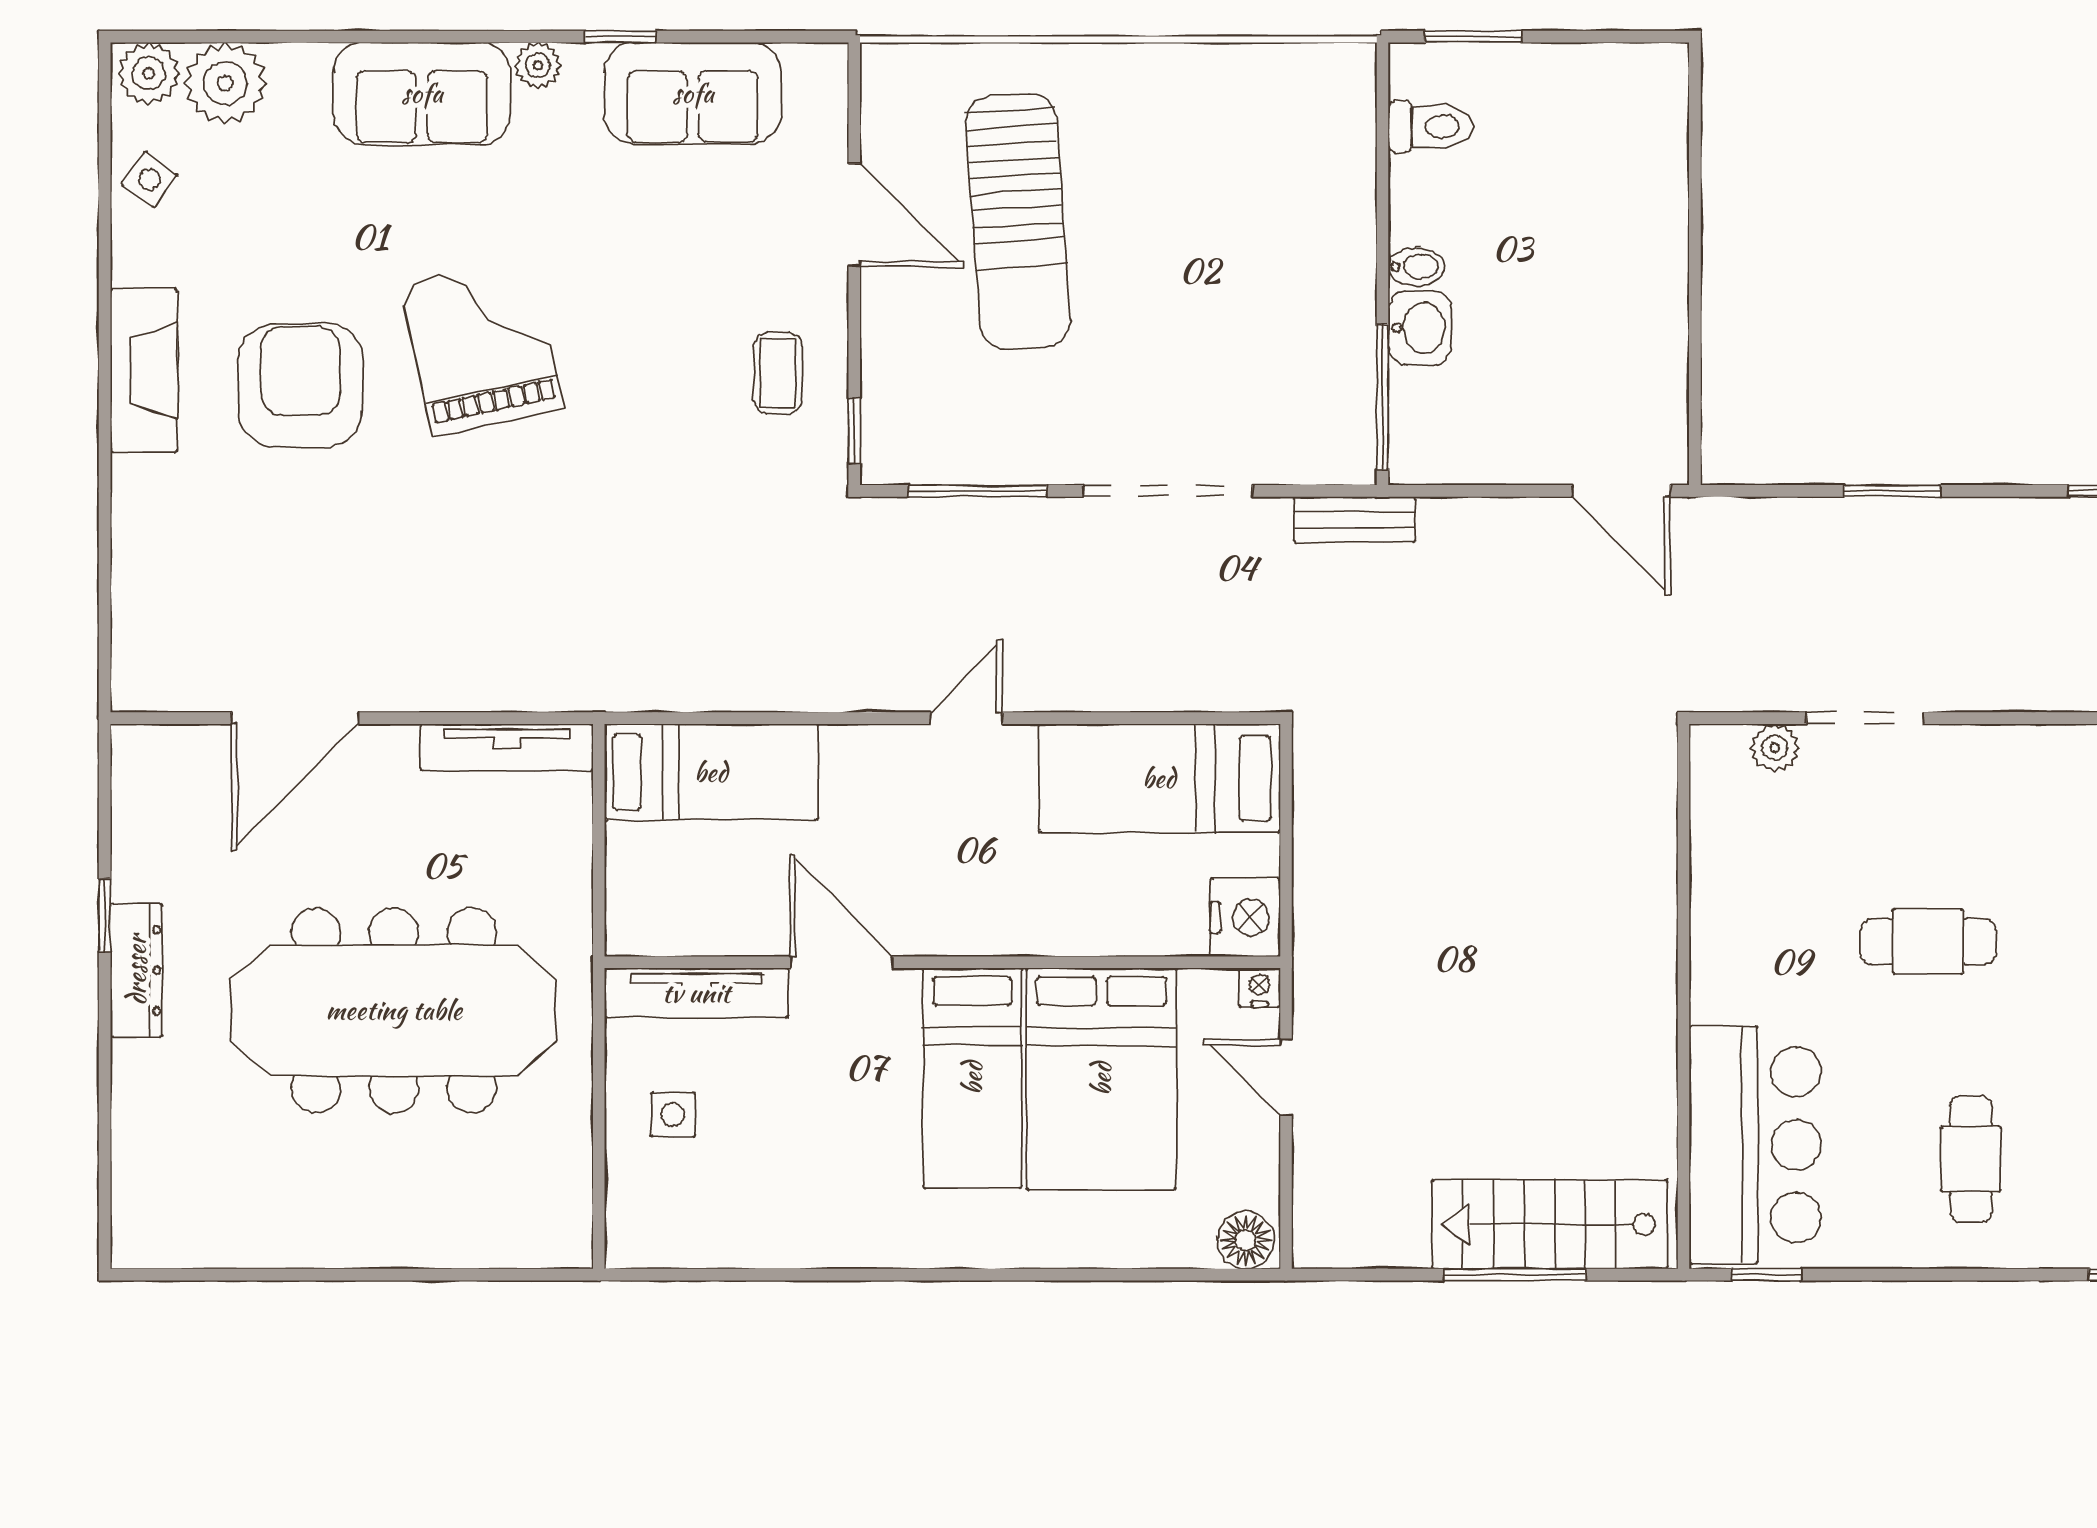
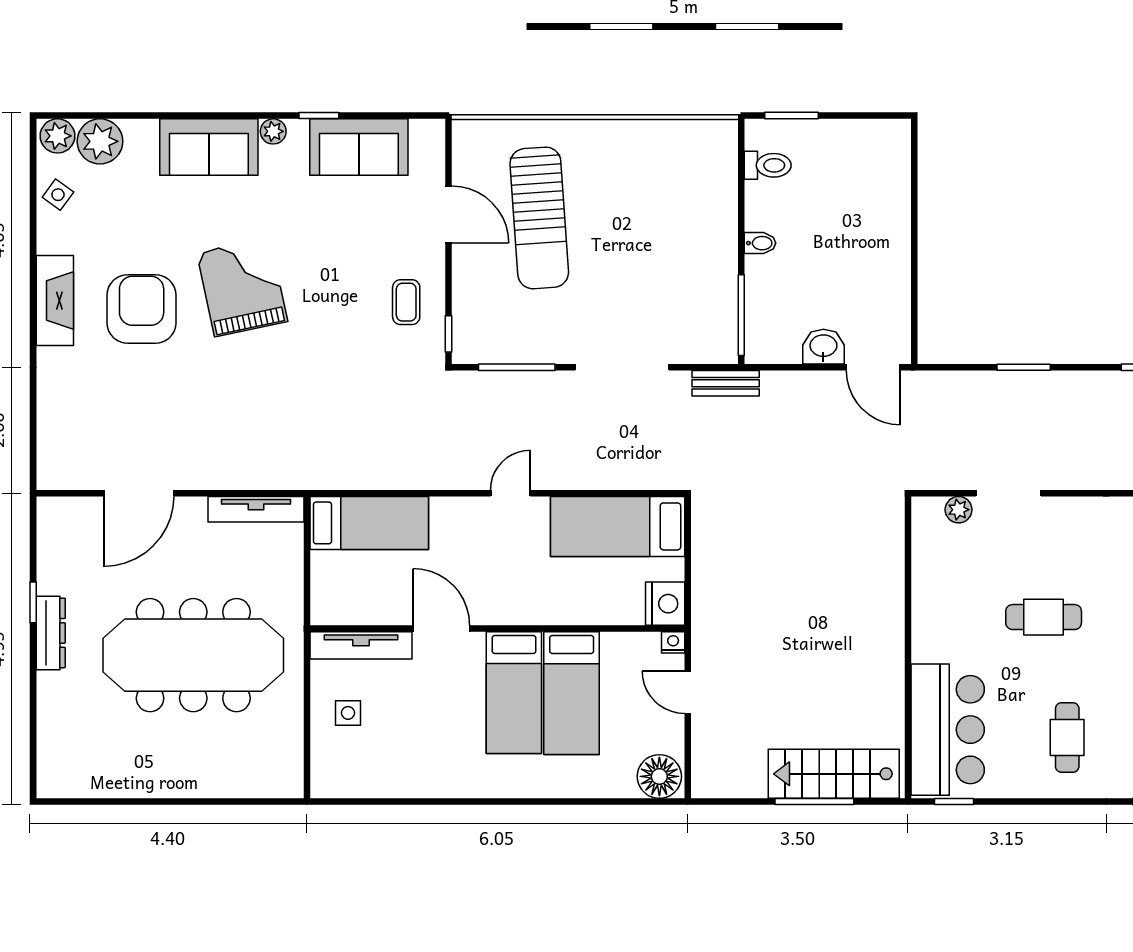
washbasin: (1420, 328) -> (823, 347), moved, turned -90
bed: (1101, 1079) -> (572, 693), width x0.67
floor lamp: (1246, 1240) -> (659, 776), width x1.38, depth x1.38

